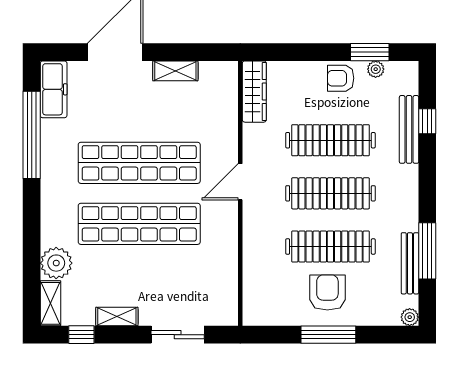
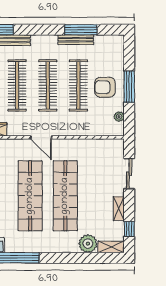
bench: (410, 263) -> (76, 40), moved
plant: (410, 317) -> (119, 117), moved

